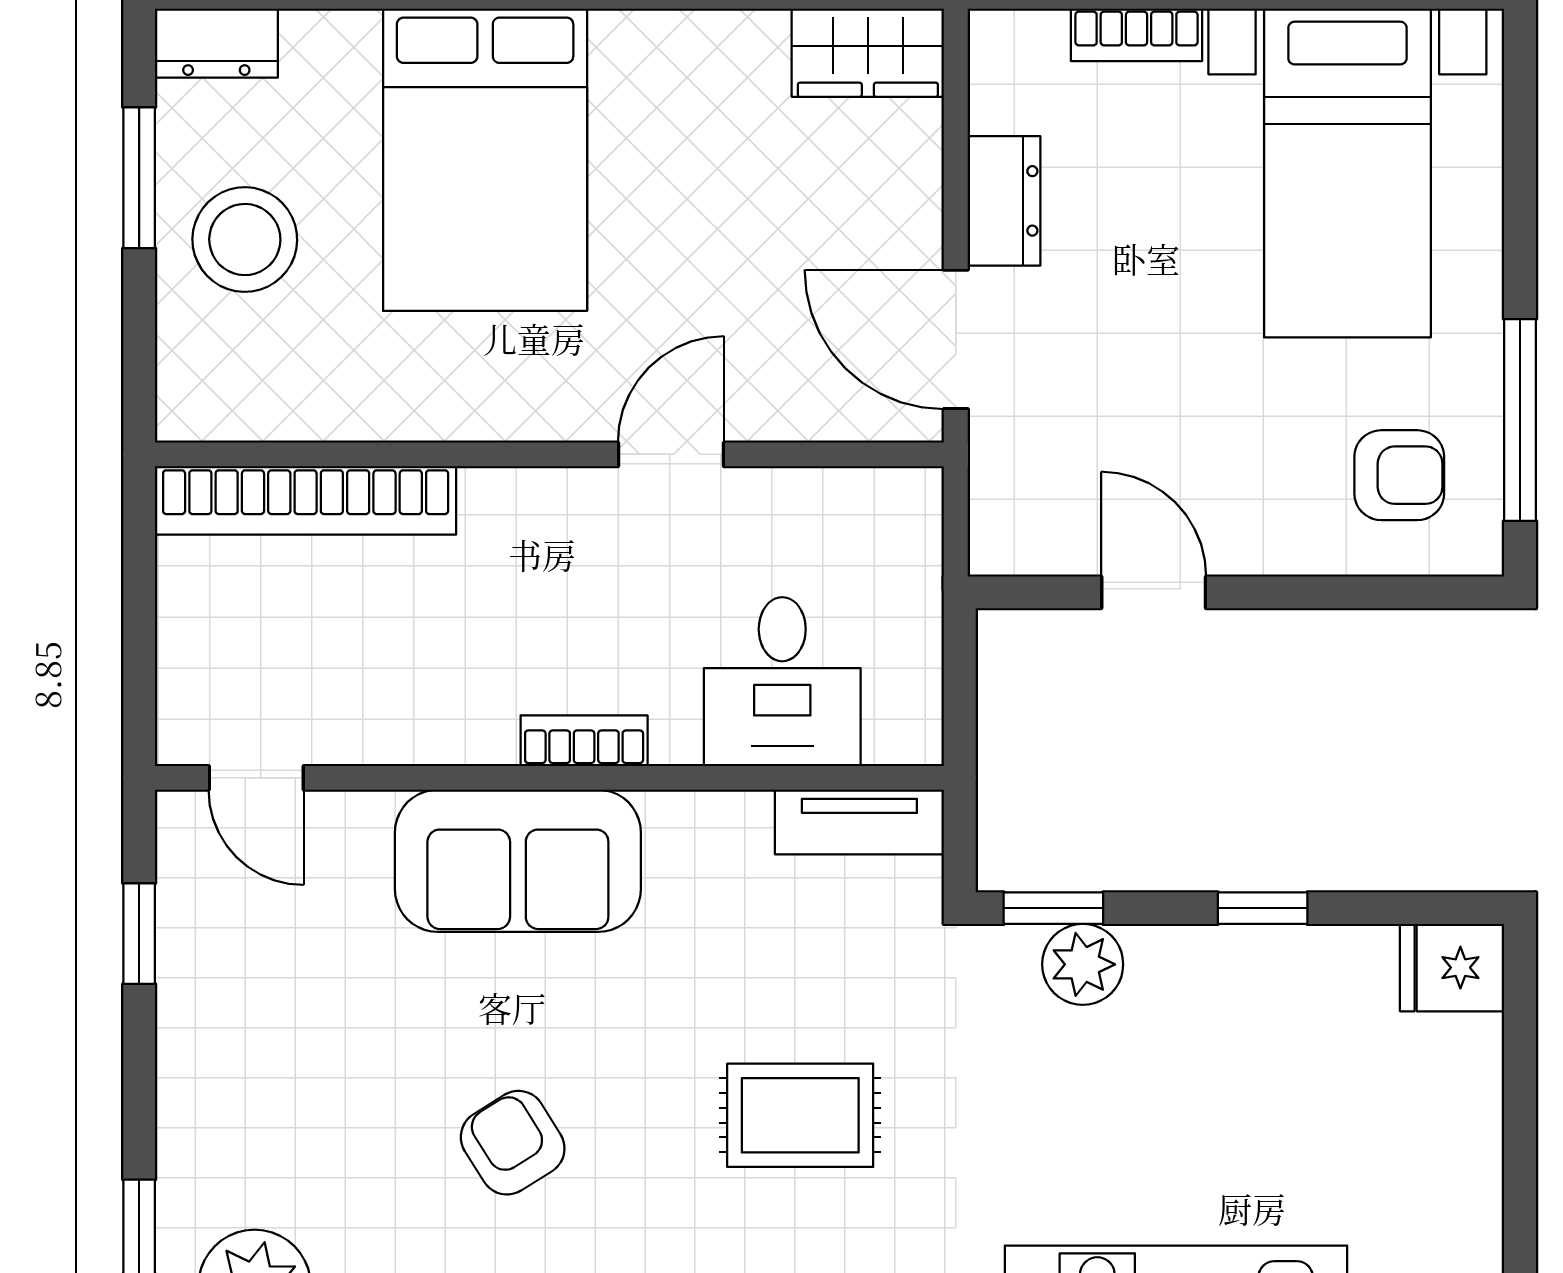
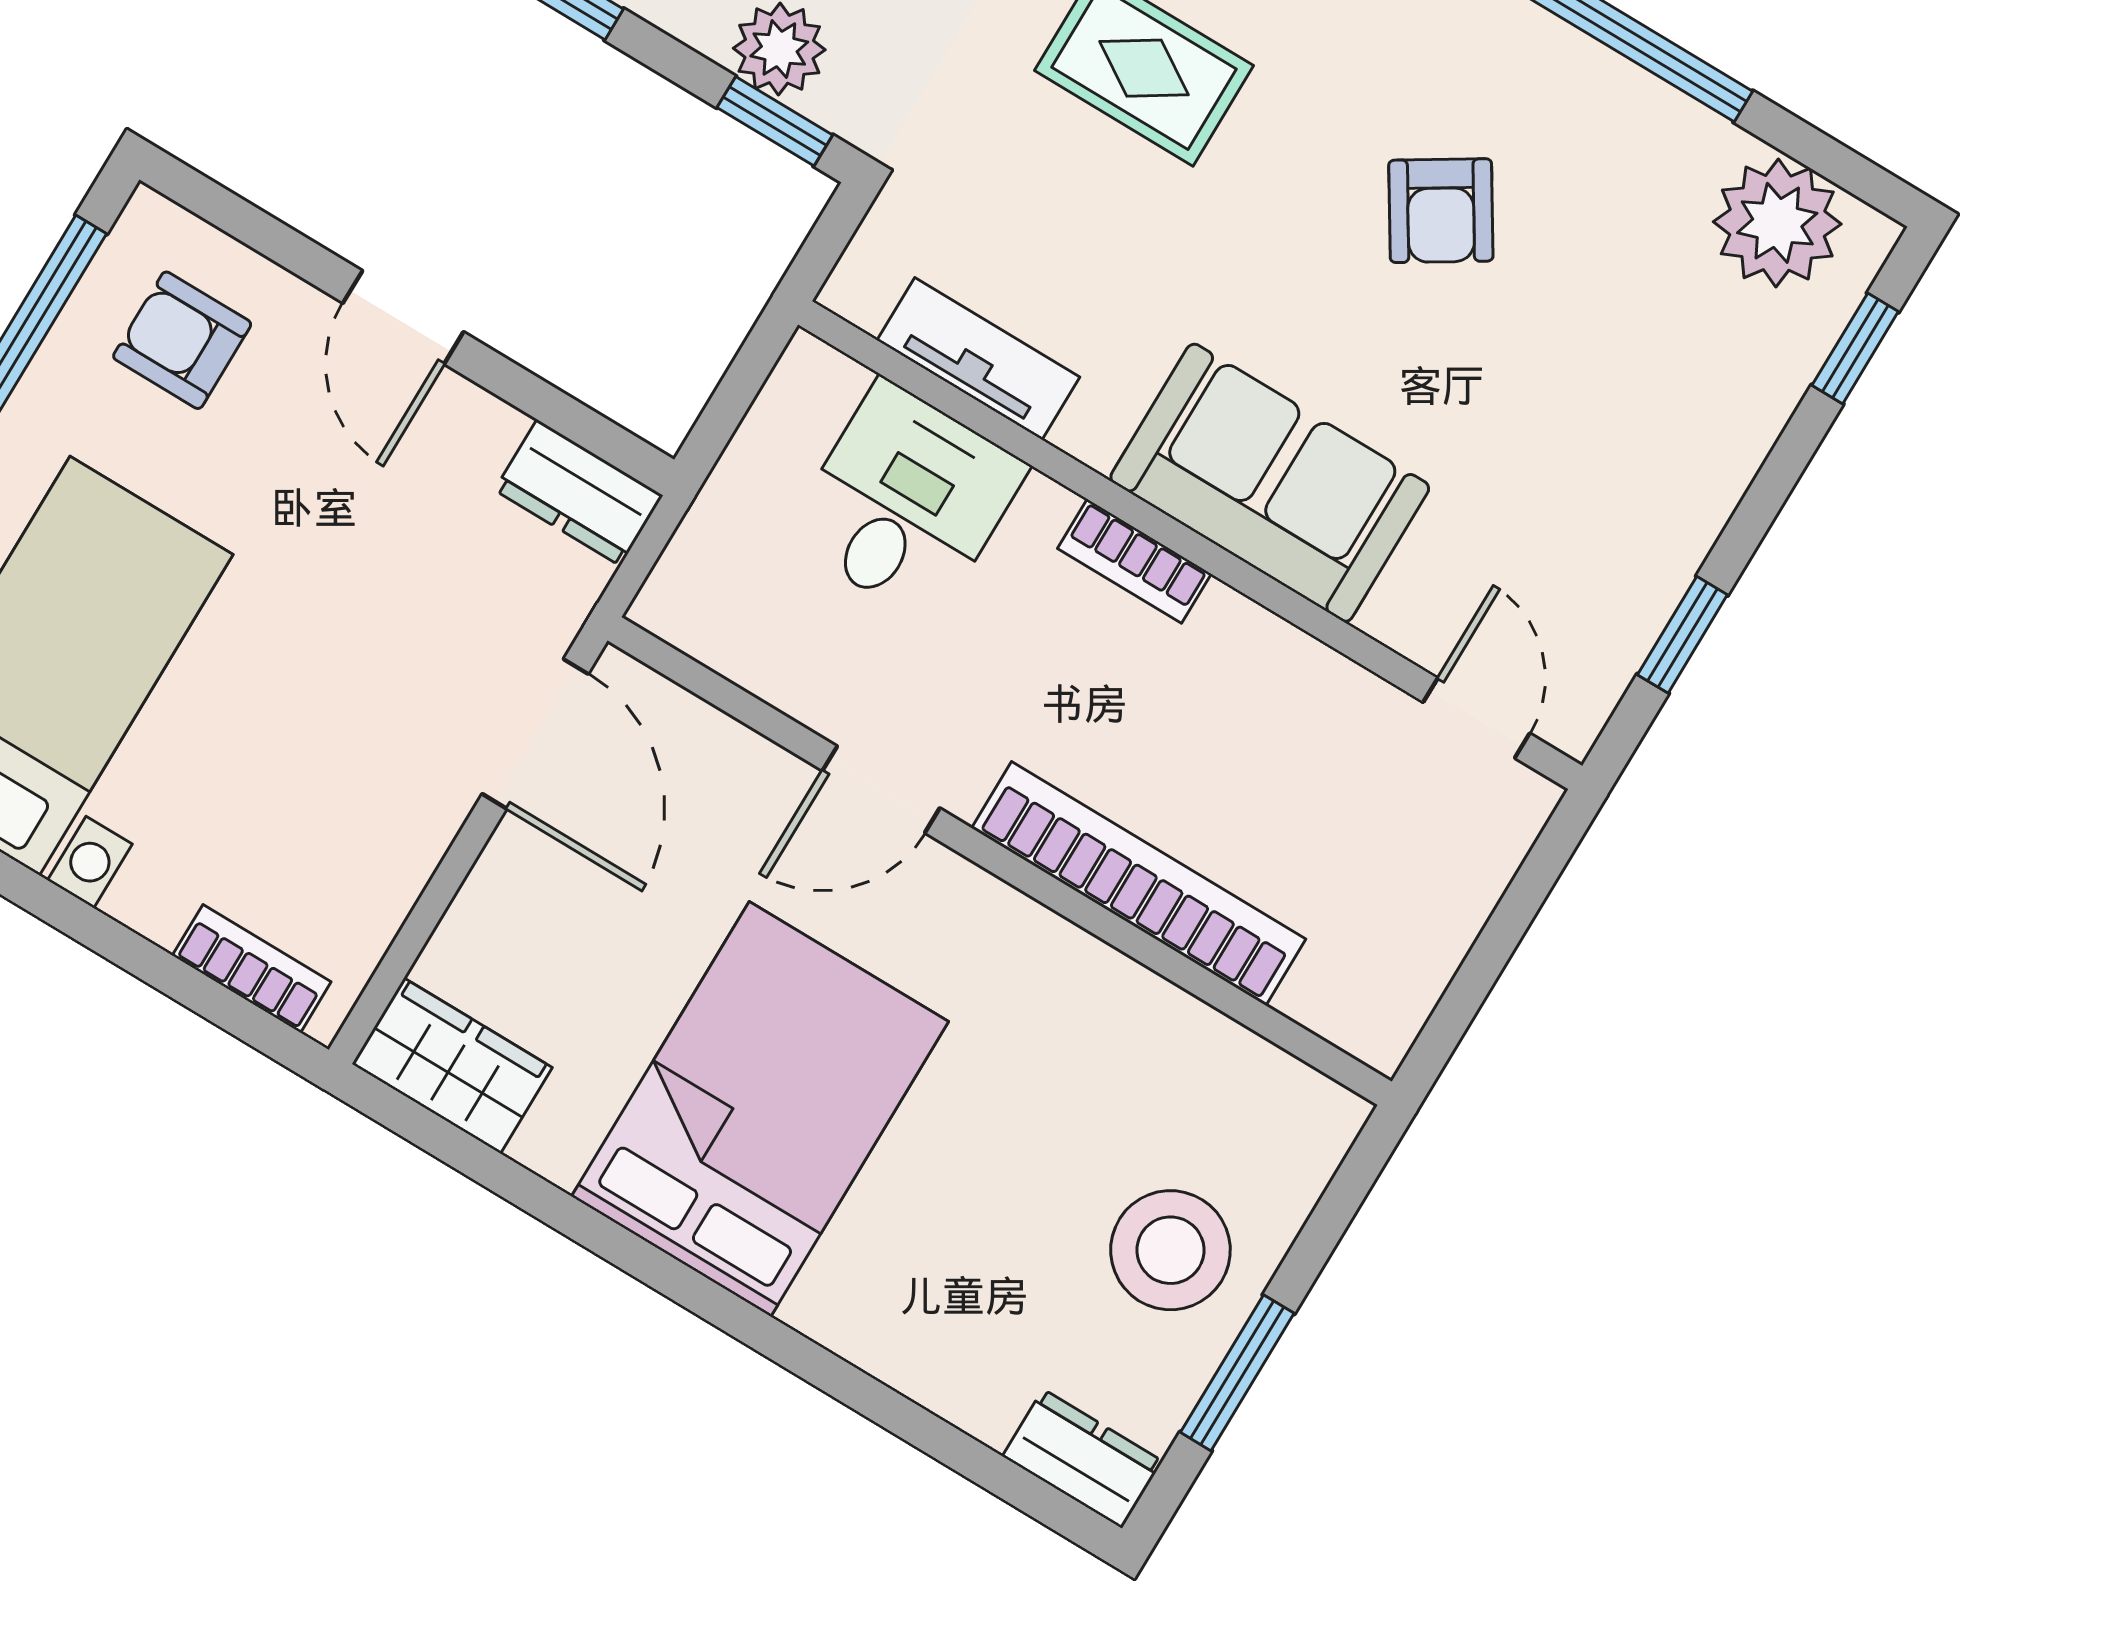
bookcase: (1136, 35) -> (252, 969), moved
bed: (485, 160) -> (760, 1109), moved
dresser: (1004, 201) -> (579, 493), moved, turned -90
bookcase: (306, 500) -> (1139, 884), moved
door: (1154, 592) -> (403, 317), moved
tv unit: (859, 822) -> (978, 359), moved

